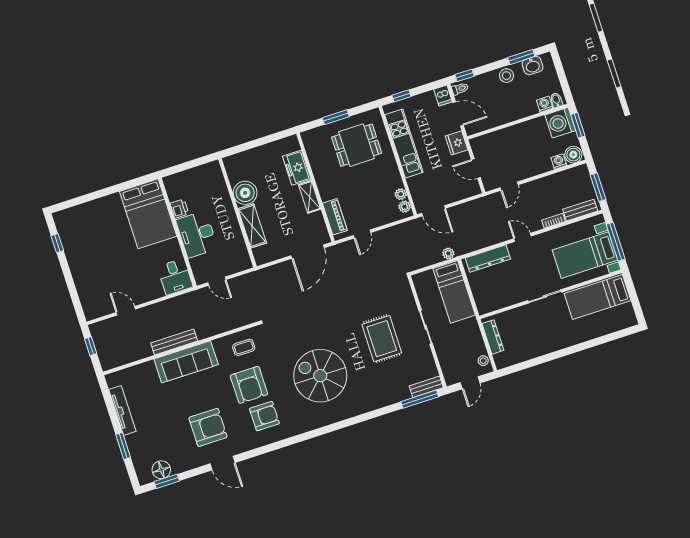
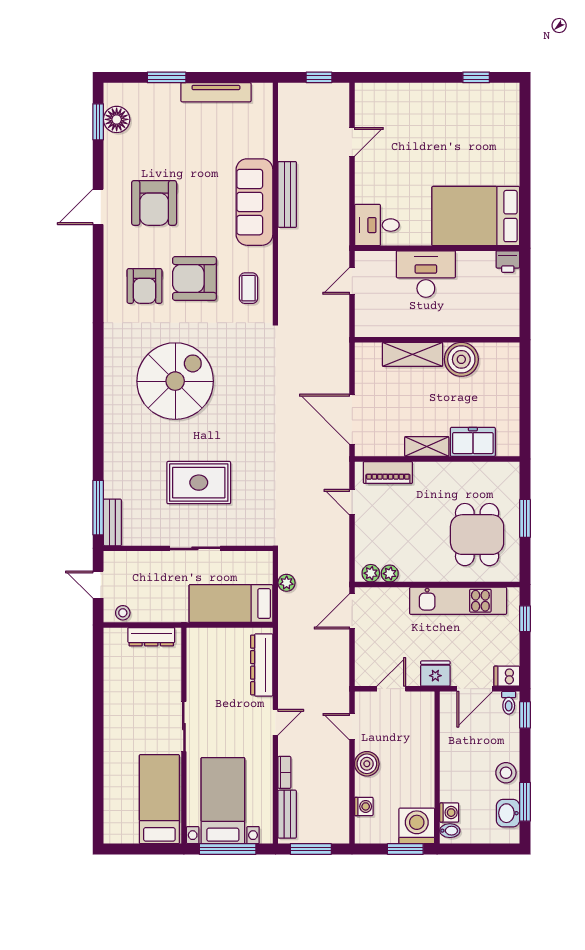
boiler: (573, 155) -> (367, 764), moved
printer: (179, 209) -> (508, 262), moved
plant: (448, 253) -> (287, 583), moved

